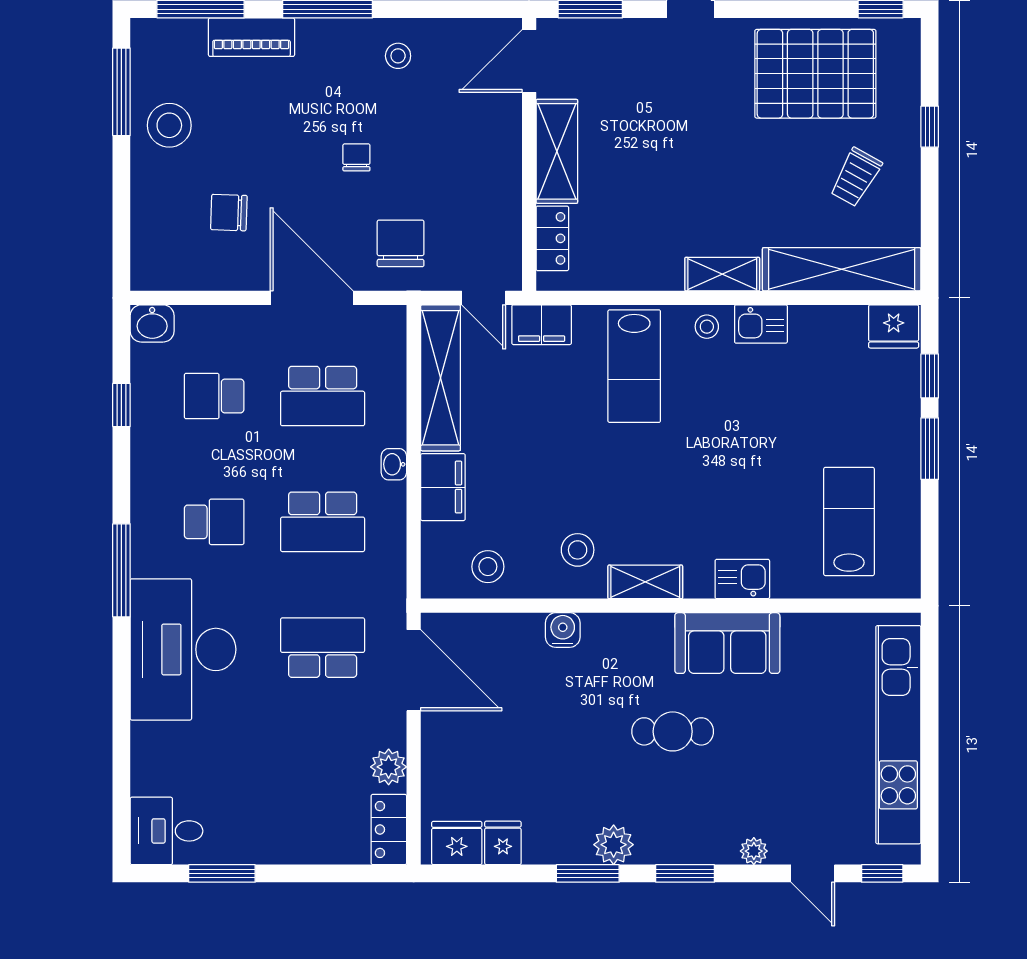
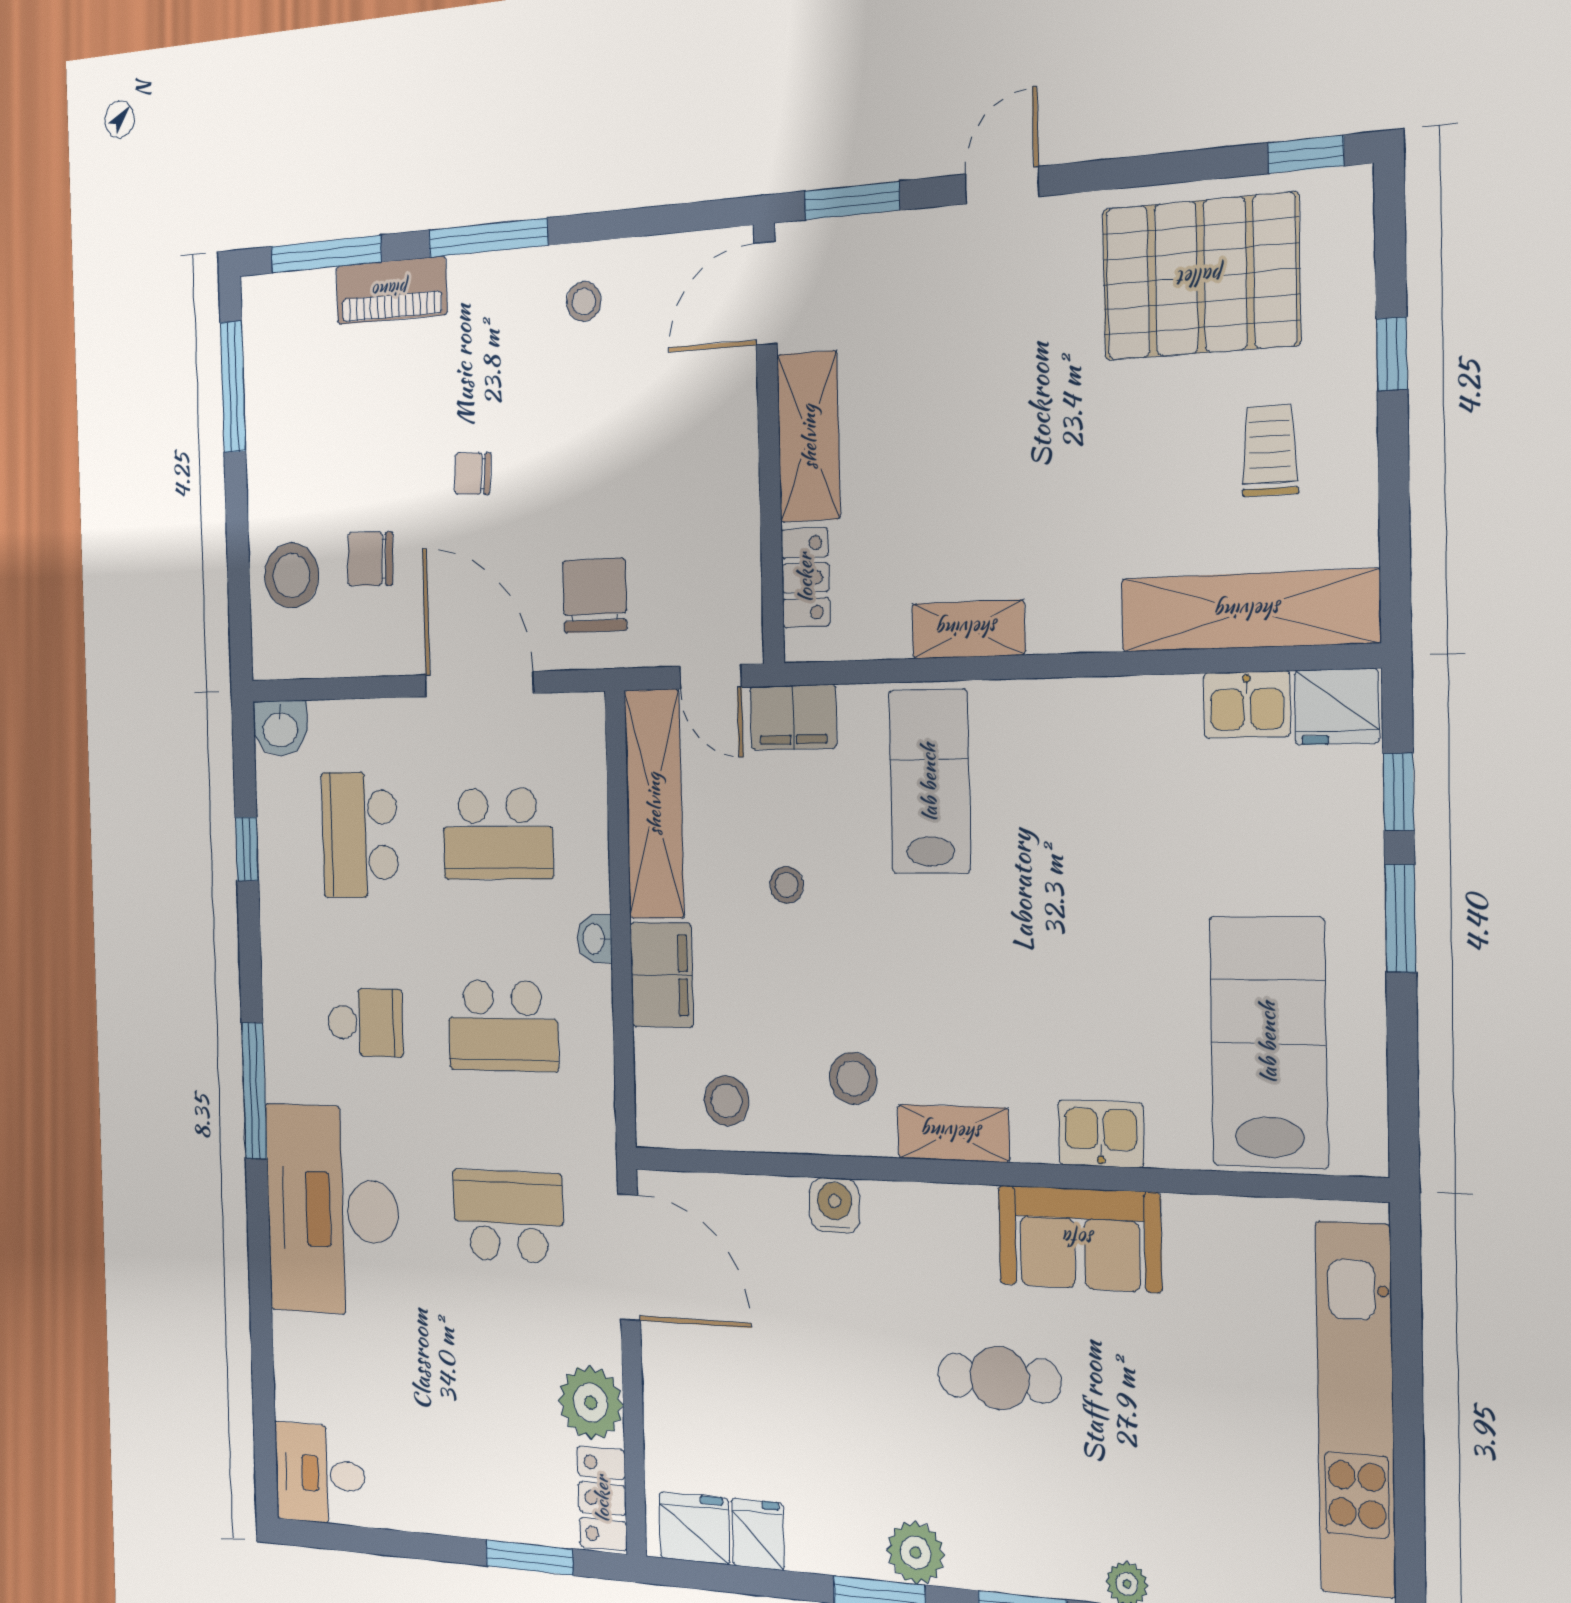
stool: (169, 125) -> (291, 575), moved
chair: (356, 157) -> (473, 474), moved, turned -86
trolley: (856, 177) -> (1270, 451), turned 151
shelving: (722, 274) -> (968, 629), moved
kitchen sink: (761, 324) -> (1247, 705), moved
stool: (707, 327) -> (787, 885), moved
lab bench: (634, 366) -> (929, 782), turned 180
school desk: (214, 396) -> (360, 835), width x1.85
lab bench: (849, 521) -> (1268, 1042), width x1.36, depth x1.39
plant: (389, 767) -> (591, 1403), width x1.36, depth x1.36
window: (222, 873) -> (529, 1557), moved

